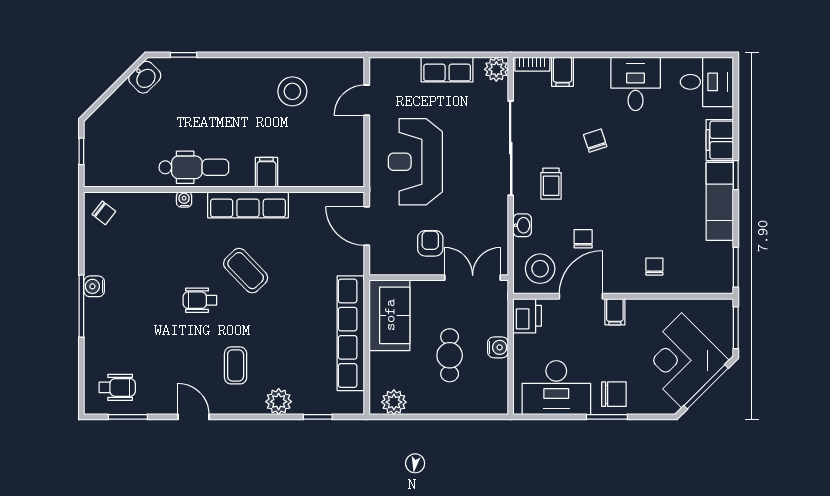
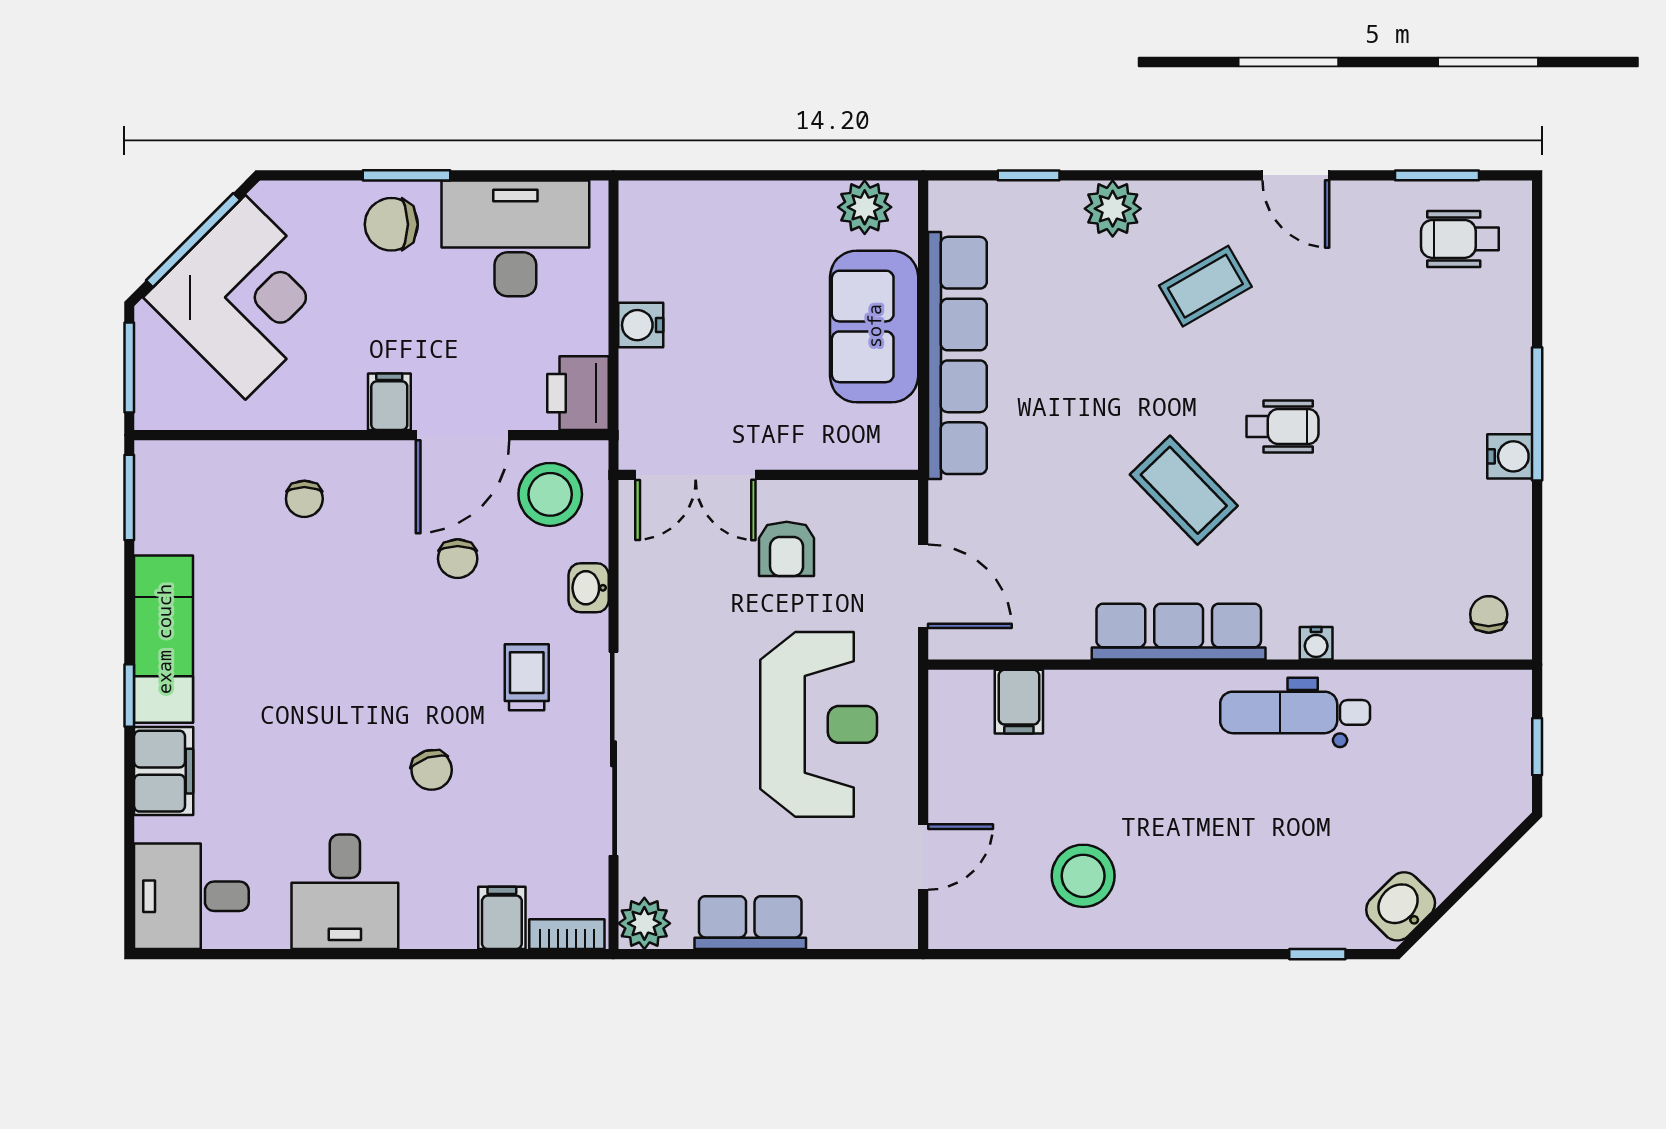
filing cabinet: (266, 172) -> (1019, 702), moved
chair: (104, 213) -> (1489, 614), turned 52
sofa: (390, 315) -> (874, 326), moved
cafe table: (450, 355) -> (745, 308), removed
coffee table: (236, 365) -> (1205, 286), turned 60

